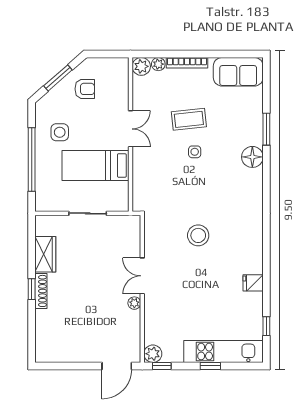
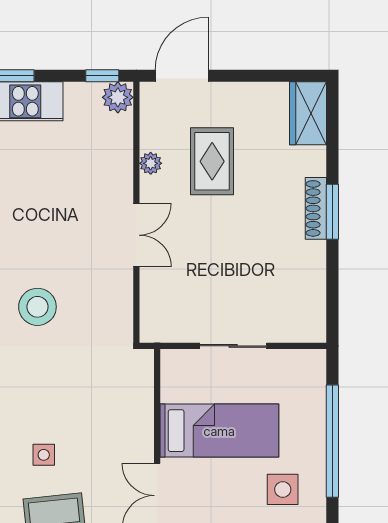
wardrobe: (45, 254) -> (308, 113), moved
window: (32, 289) -> (332, 212), width x1.50
plant: (134, 303) -> (151, 163), moved
rug: (100, 318) -> (212, 161), added

